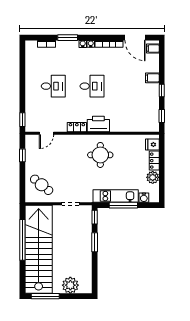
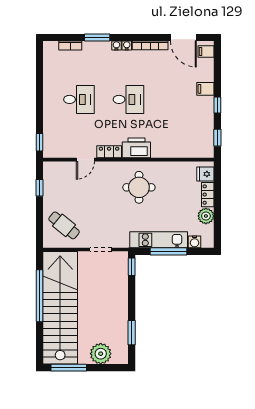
door: (46, 133) -> (85, 160), moved
window: (95, 242) -> (132, 333), moved

